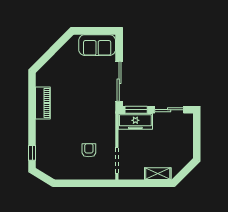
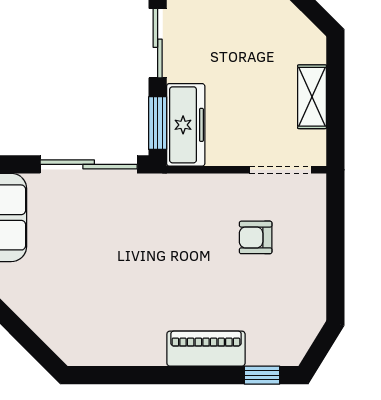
piano: (43, 103) -> (206, 349), moved
shelving: (158, 174) -> (312, 97), moved

